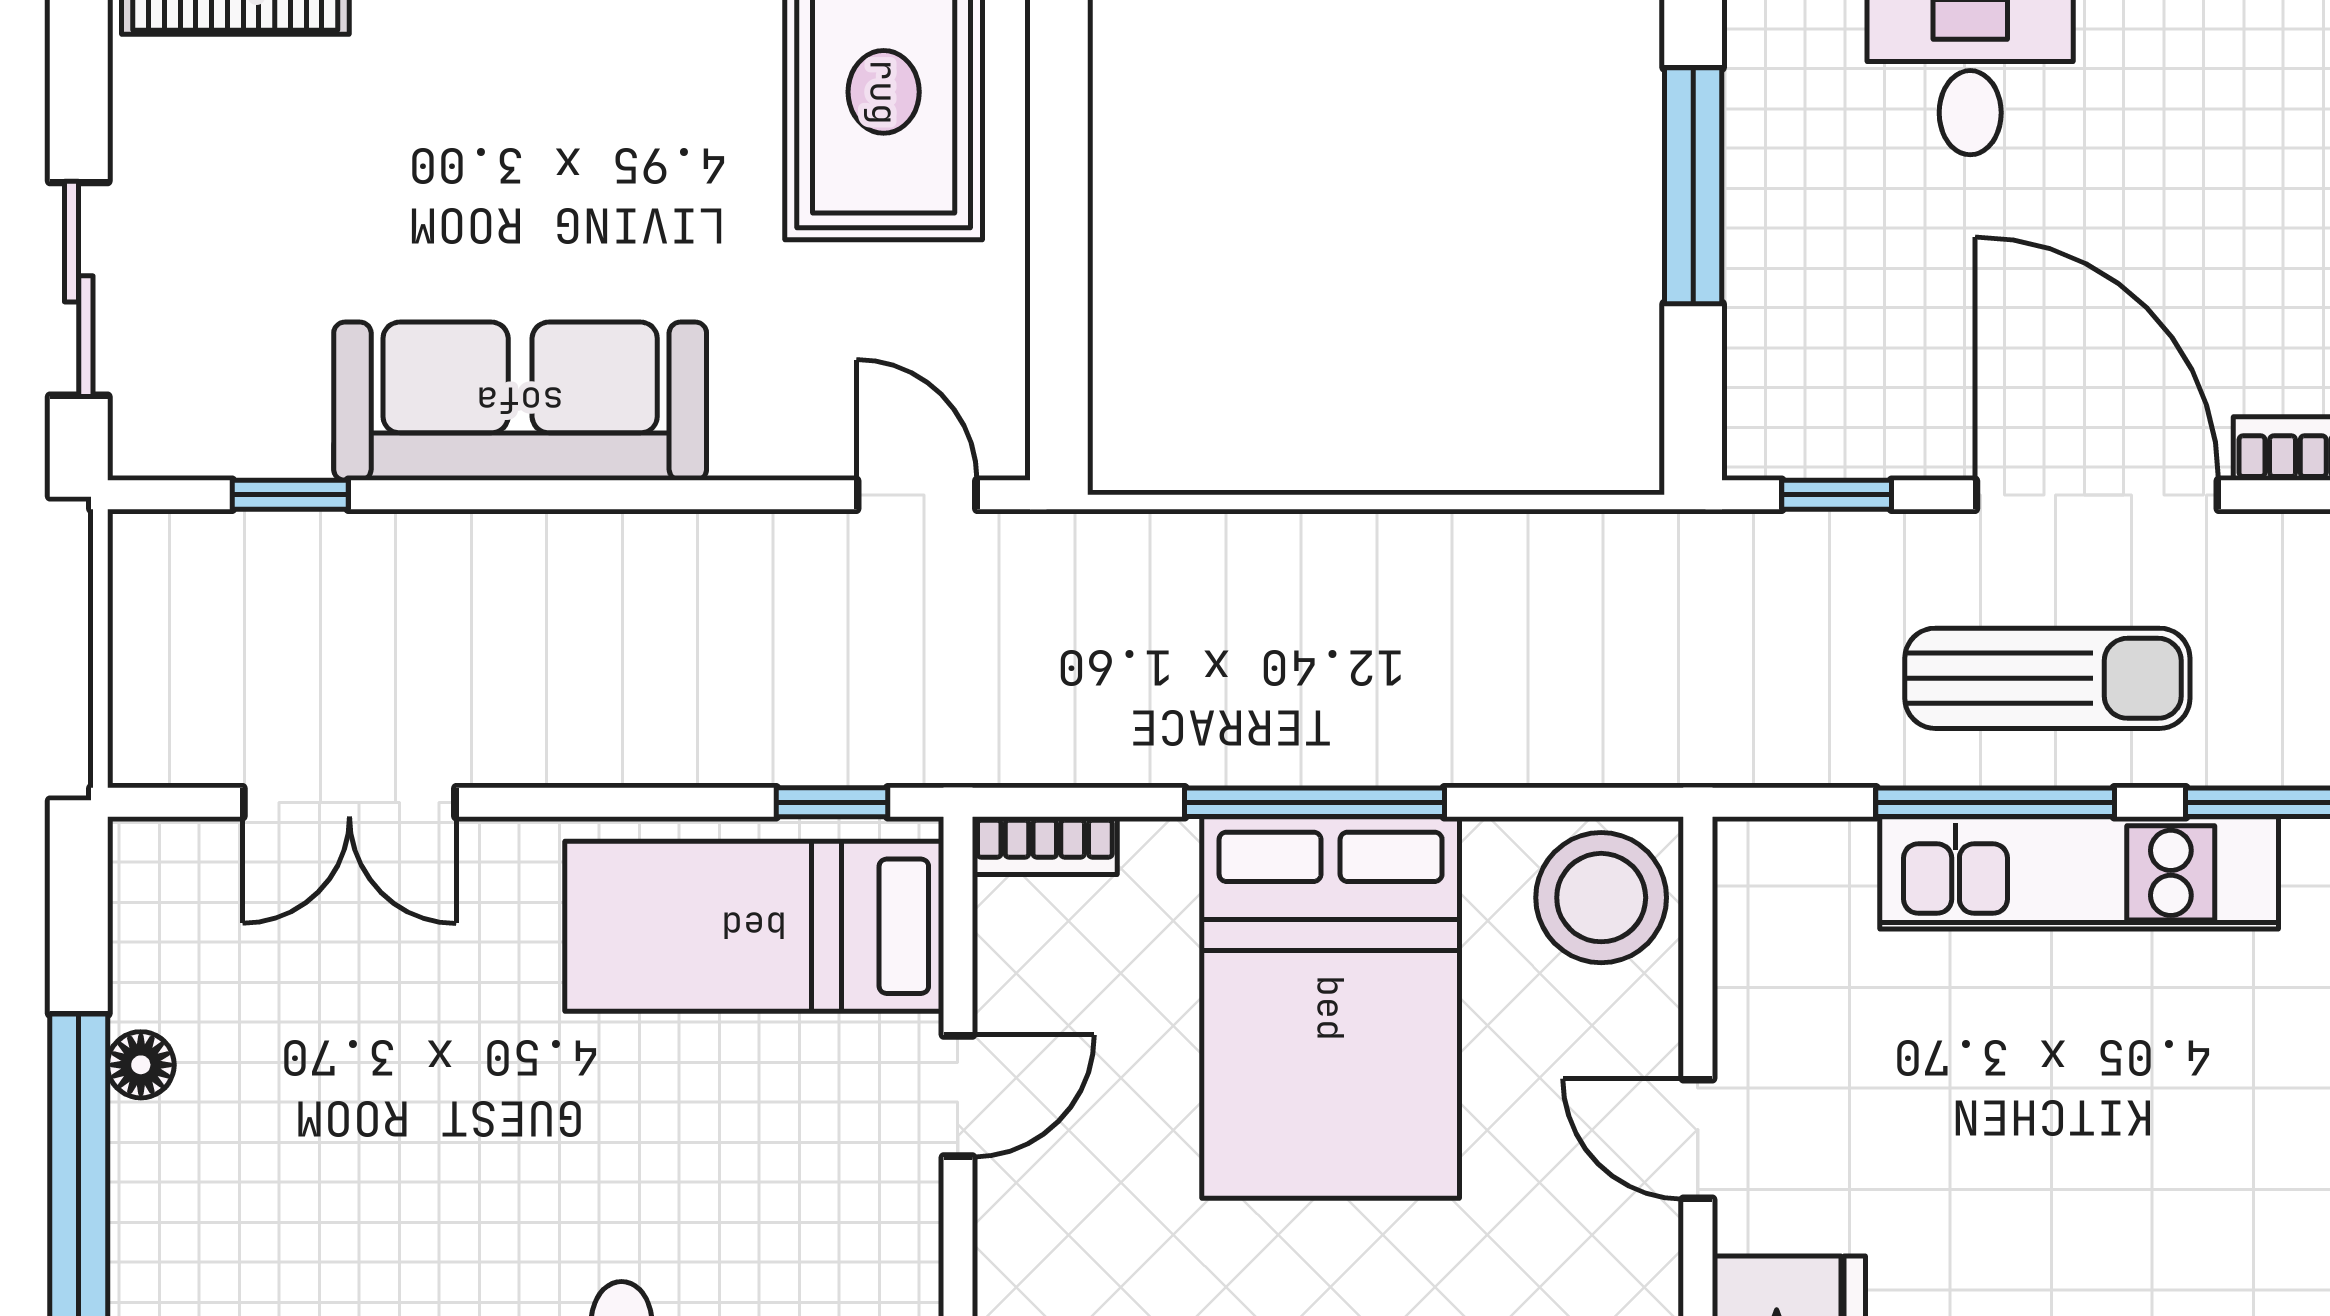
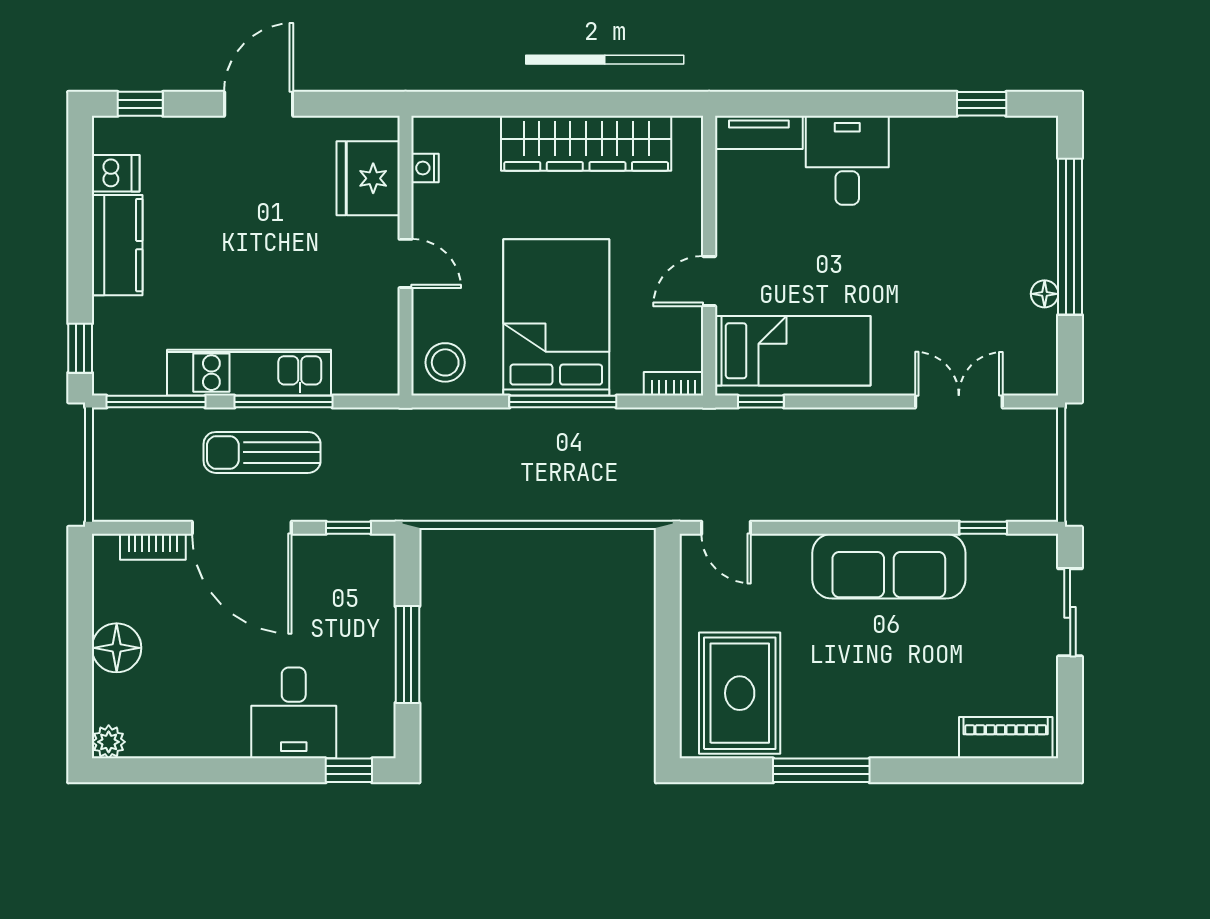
stool: (1601, 898) -> (445, 362), width x0.73, depth x0.73

